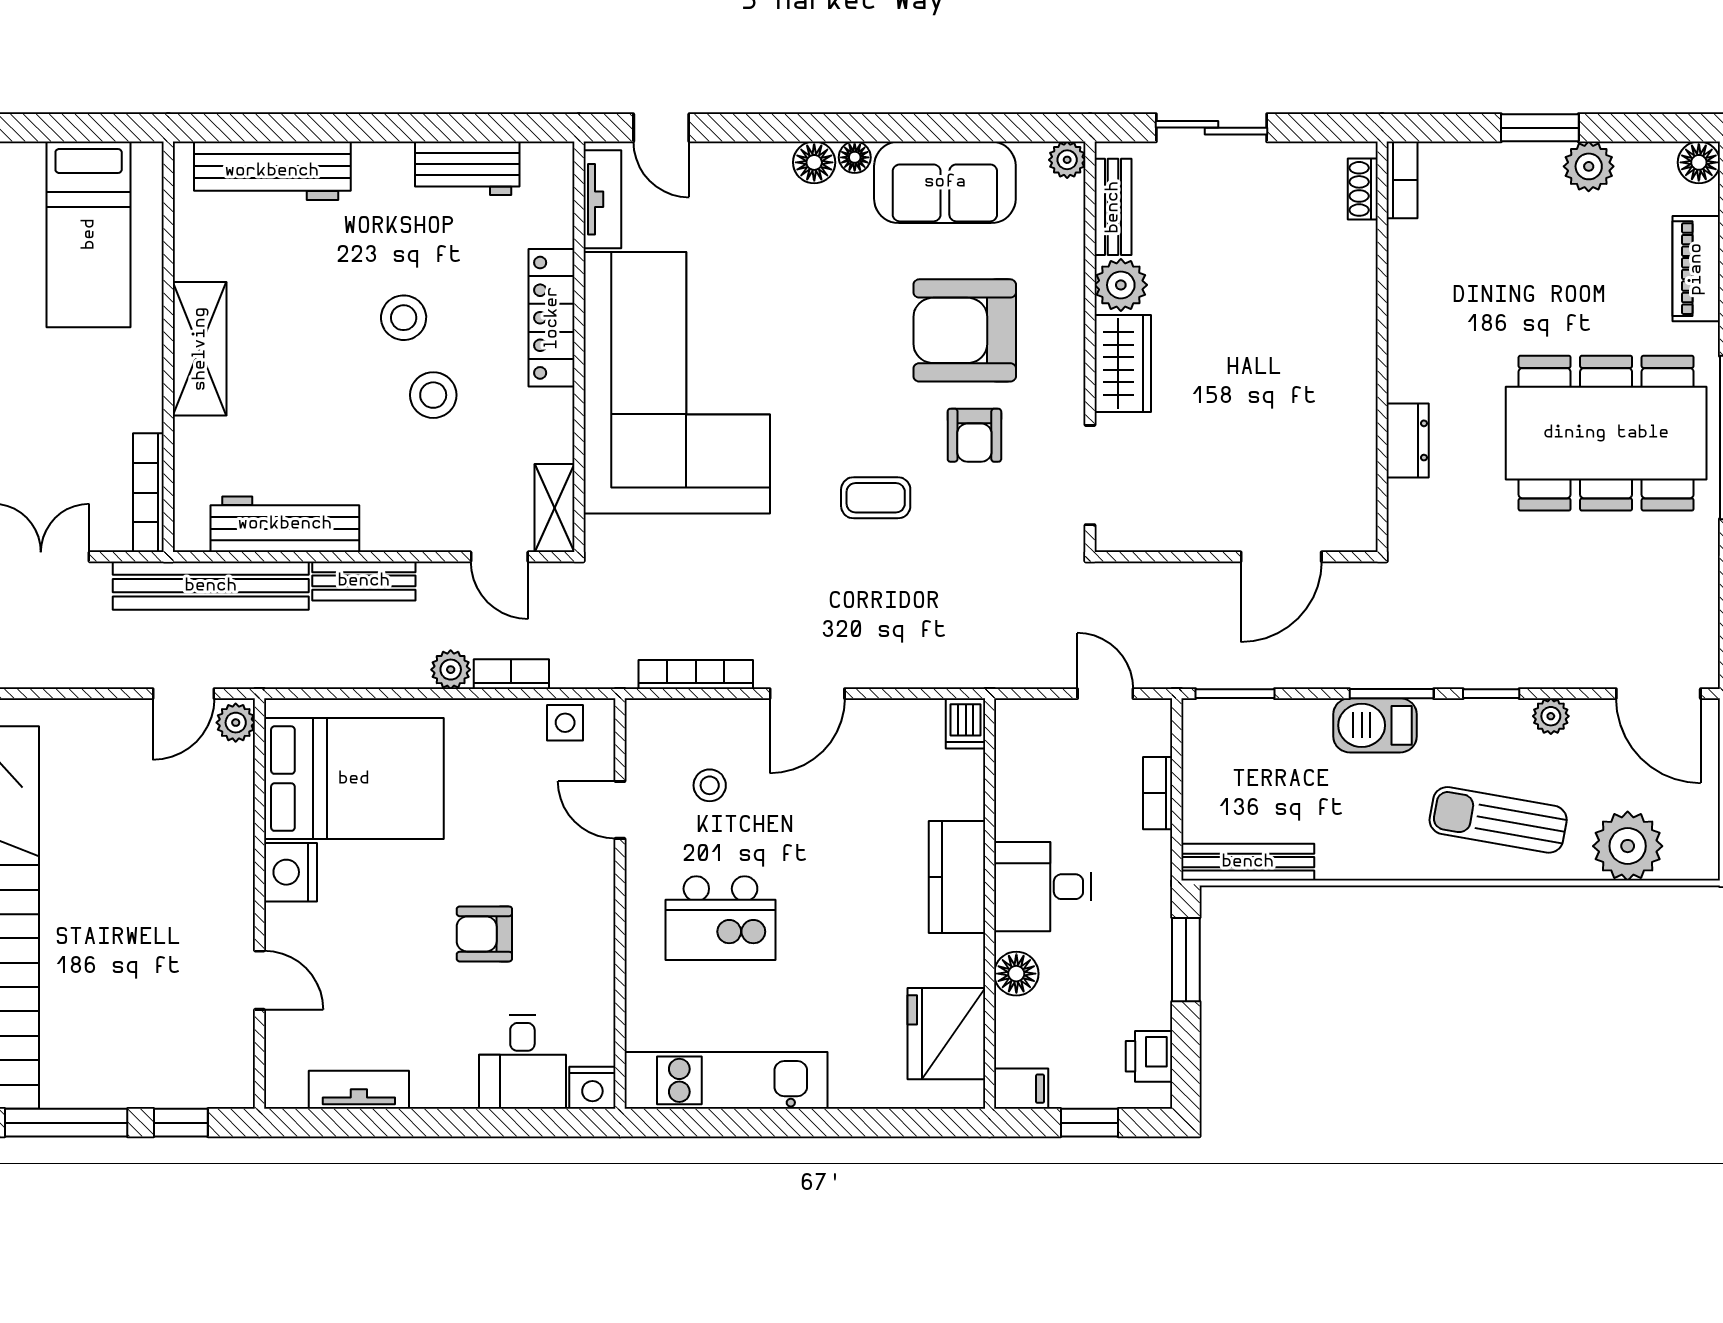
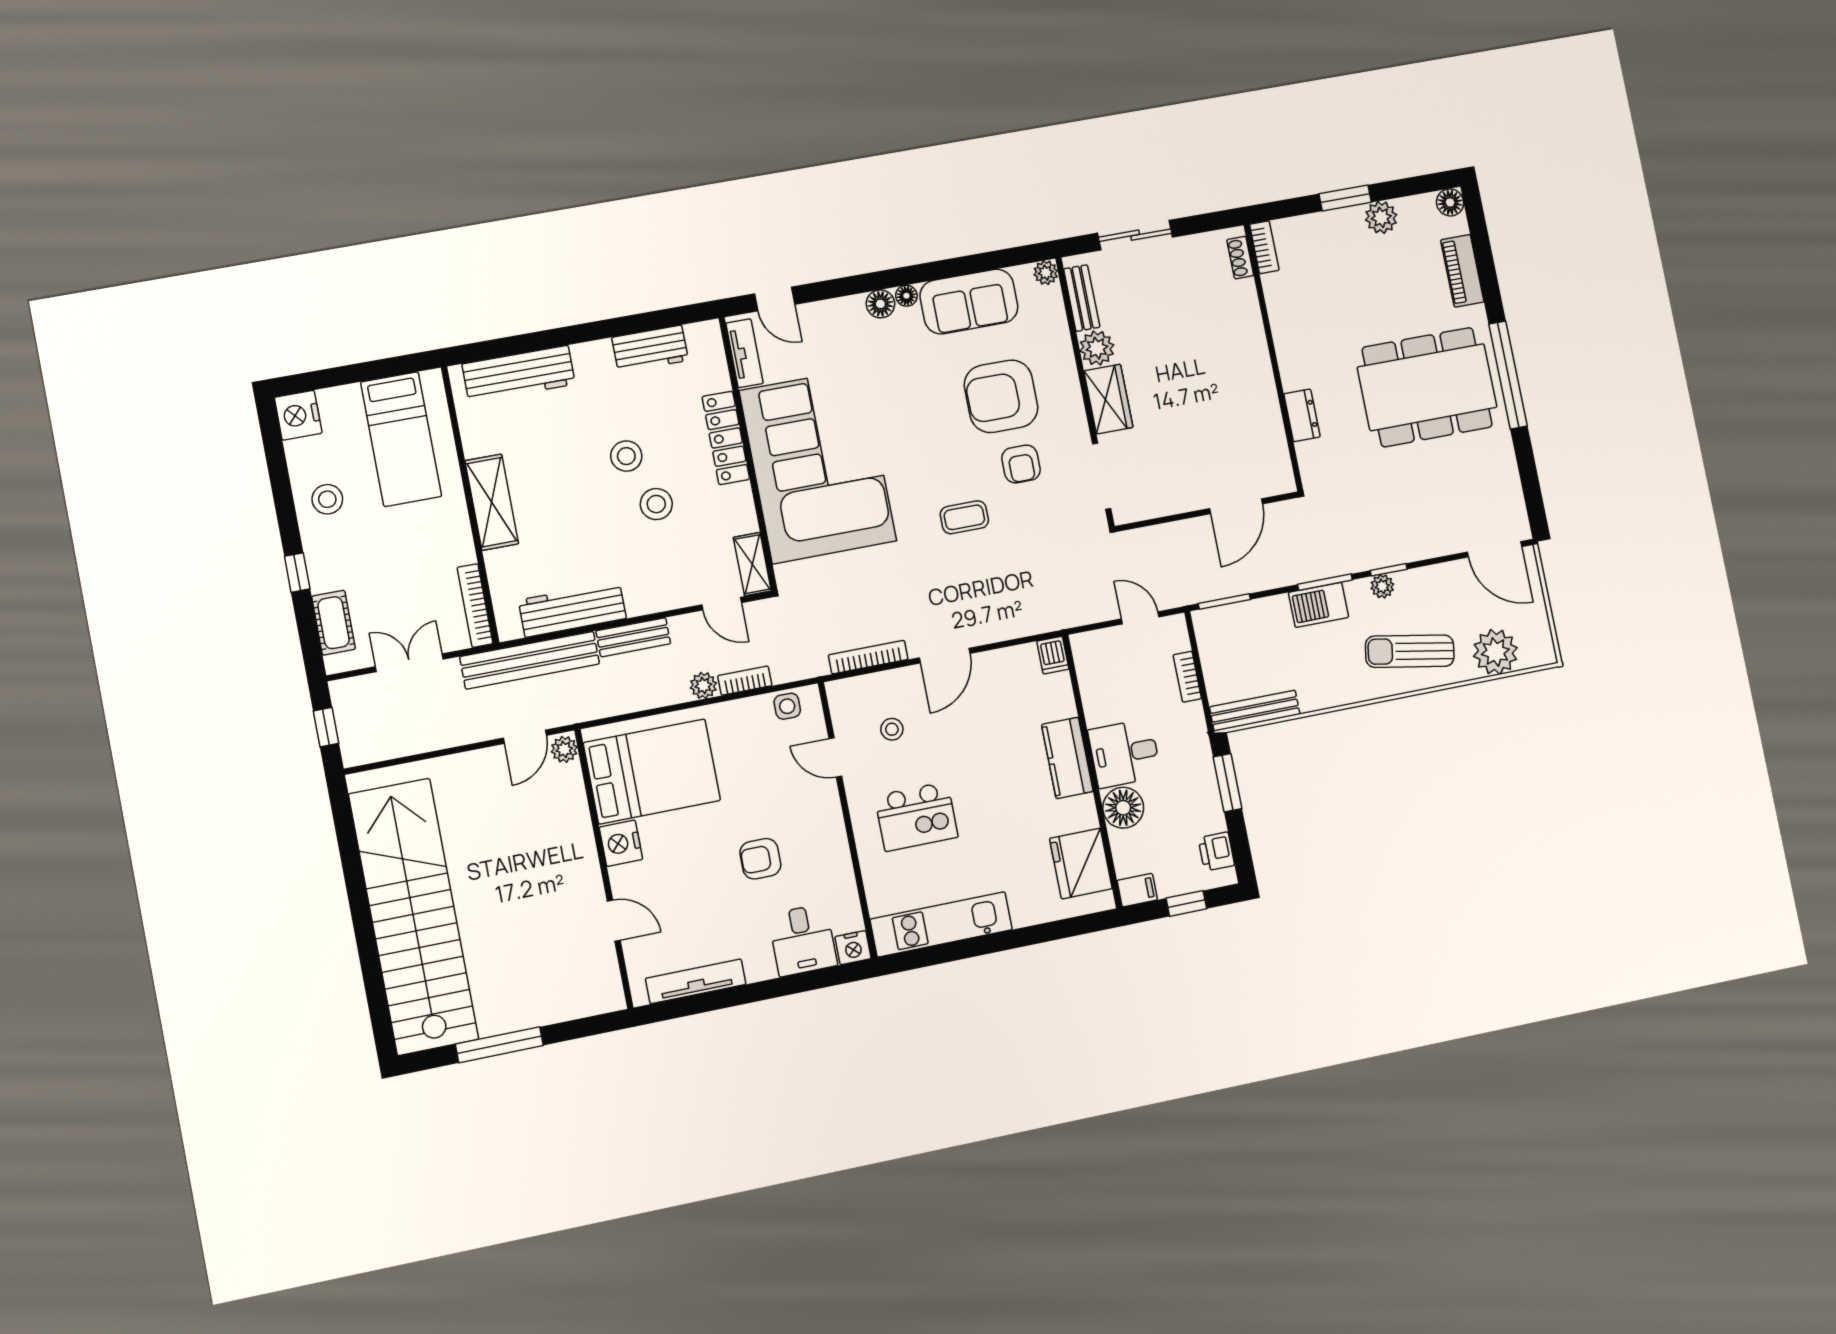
plant: (1551, 716) -> (1382, 586), moved
floor lamp: (1016, 974) -> (1123, 808), width x1.38, depth x1.38
tv unit: (359, 1090) -> (696, 981), width x1.41
window: (181, 1123) -> (578, 1029), removed

